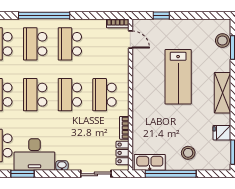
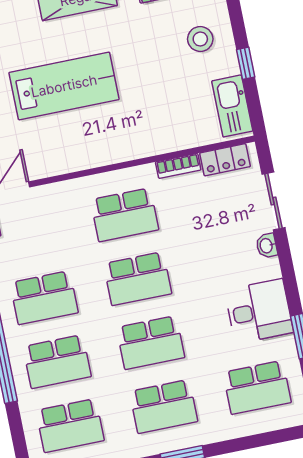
desk: (34, 154) -> (259, 311), width x0.73
washbasin: (62, 166) -> (267, 246), moved
window: (171, 174) -> (246, 63), width x0.32

